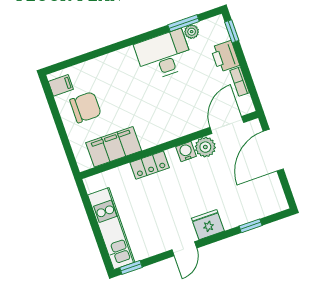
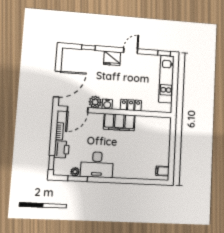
chair: (86, 107) -> (154, 153), removed
filing cabinet: (114, 147) -> (119, 122), moved

